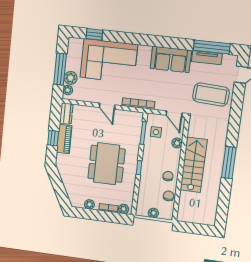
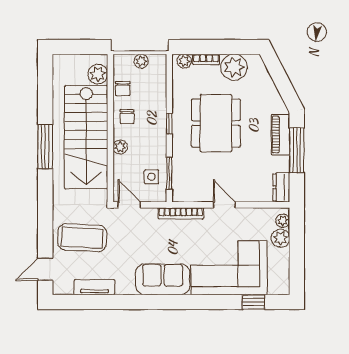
window: (212, 47) -> (90, 302), removed
sofa: (171, 59) -> (163, 279), moved
window: (60, 69) -> (297, 249), removed
window: (53, 138) -> (297, 150), width x2.17
piano: (64, 139) -> (281, 135), moved
plant: (177, 143) -> (120, 147), moved
stairs: (194, 165) -> (86, 137), width x1.36, depth x1.51
plant: (89, 204) -> (234, 67), width x1.88, depth x1.88
plant: (185, 208) -> (98, 74), added

